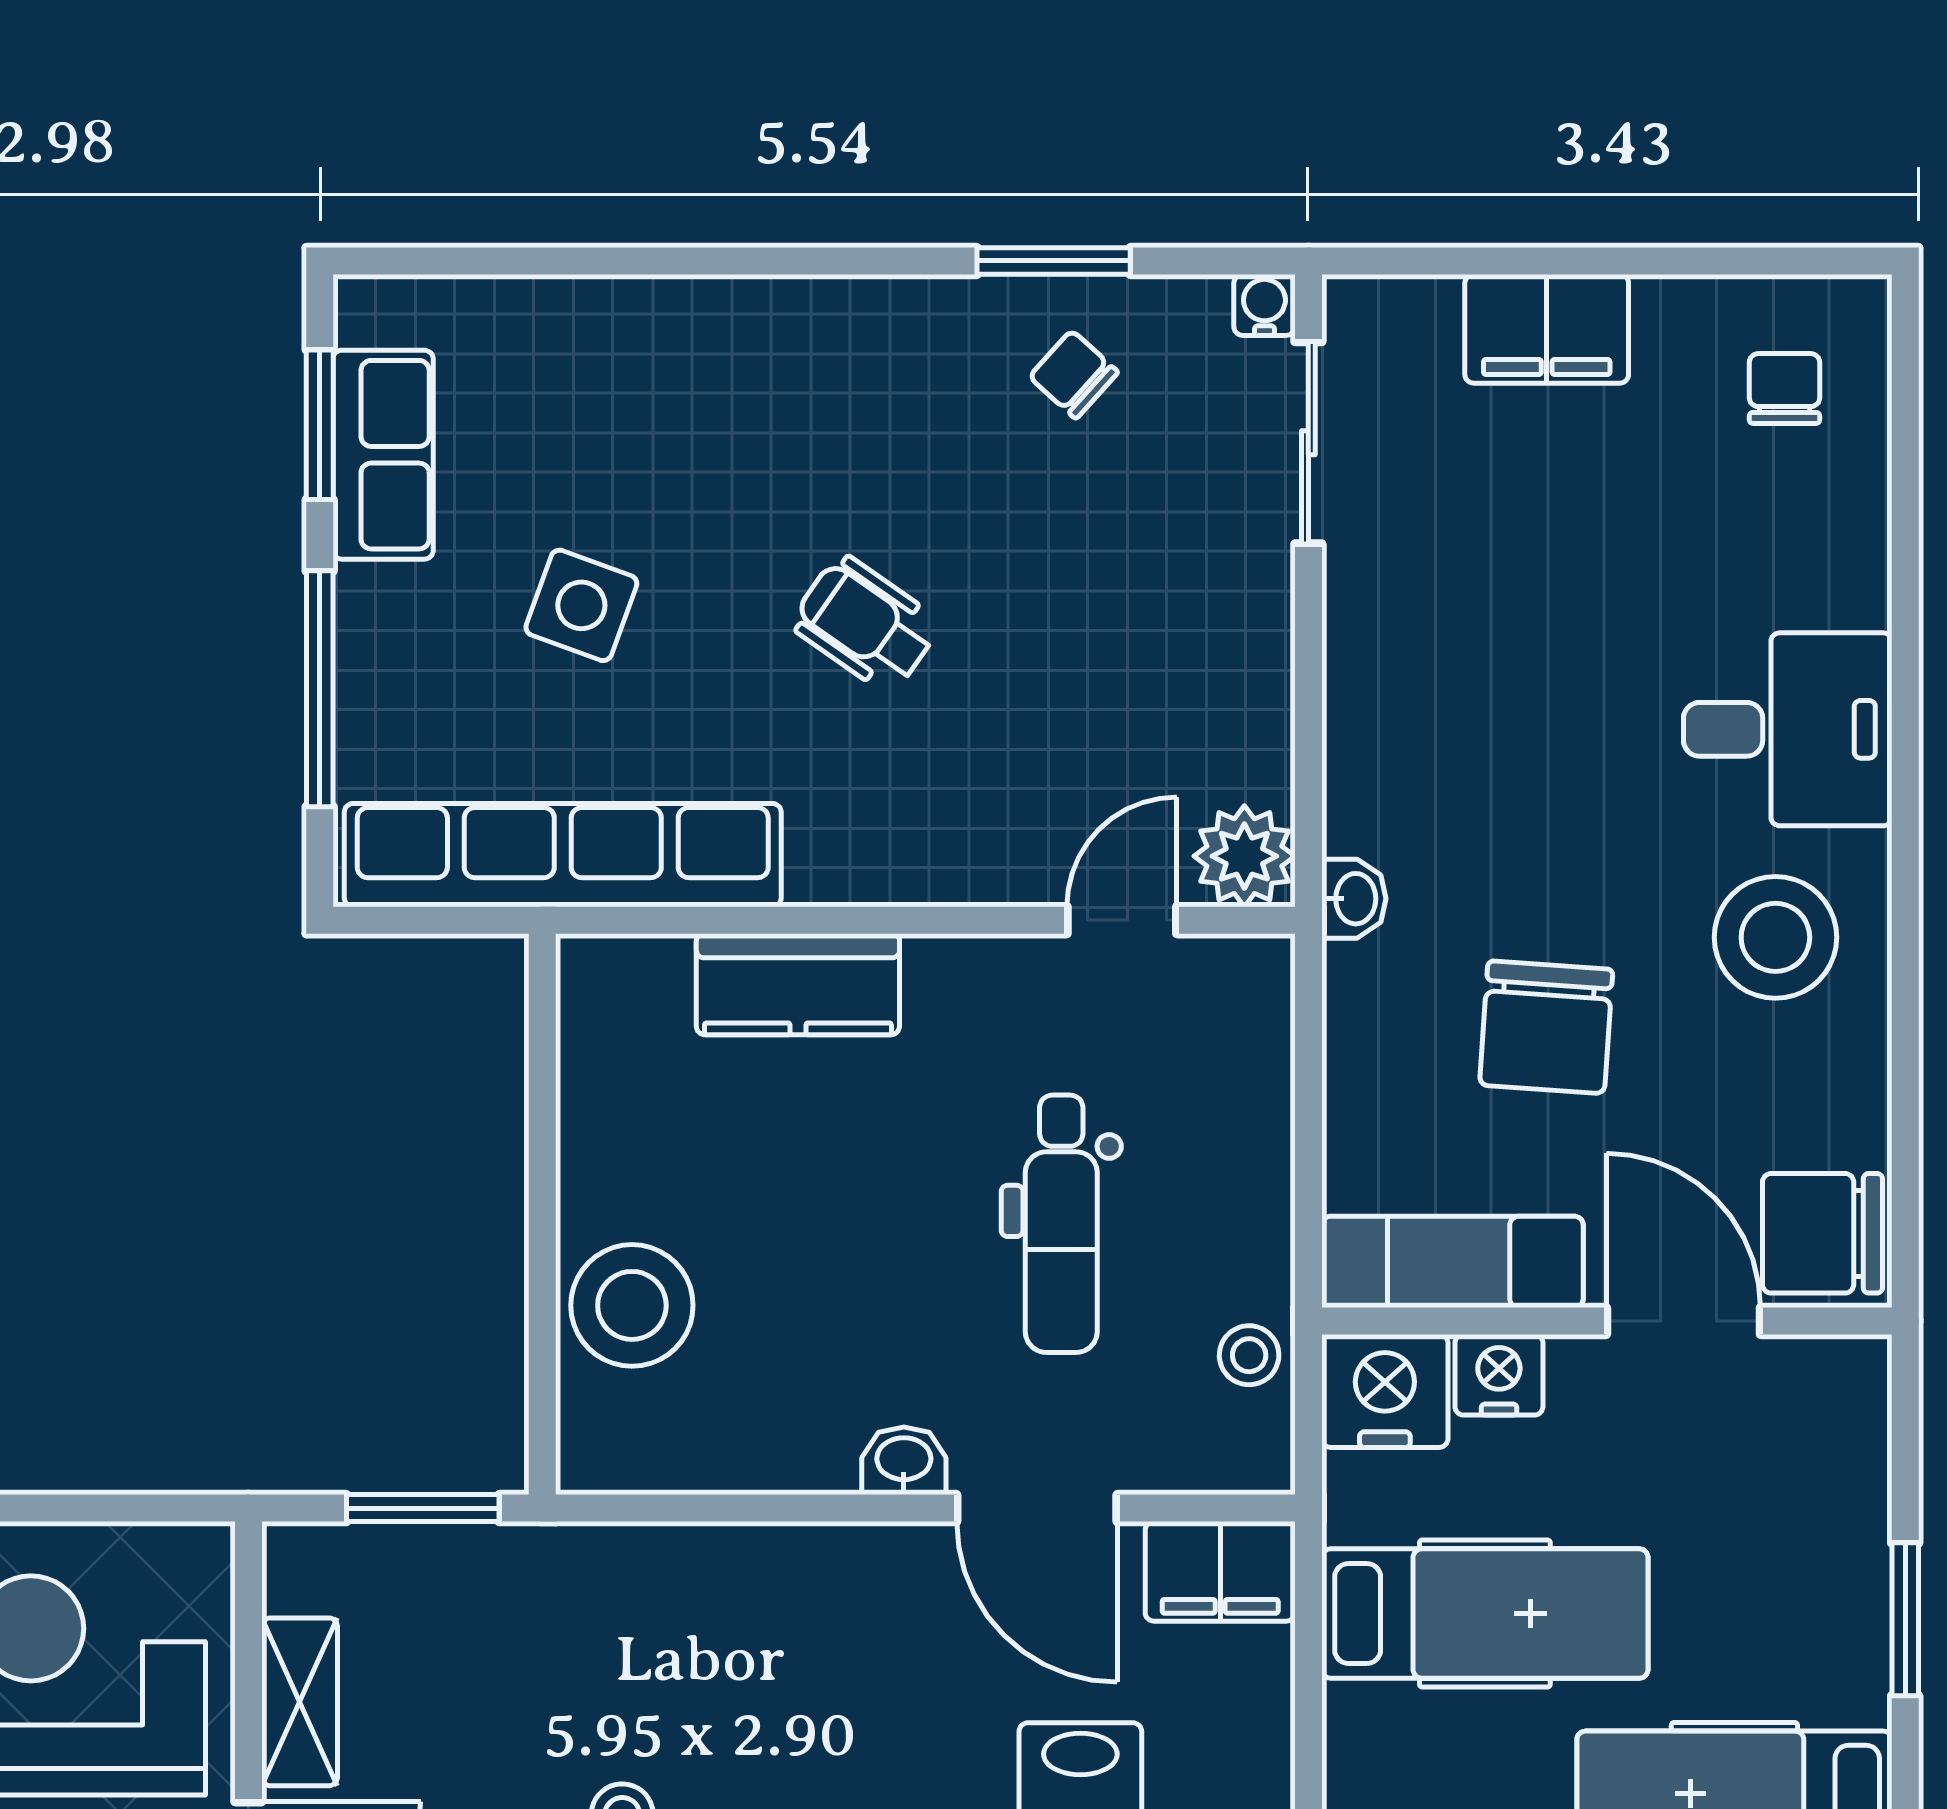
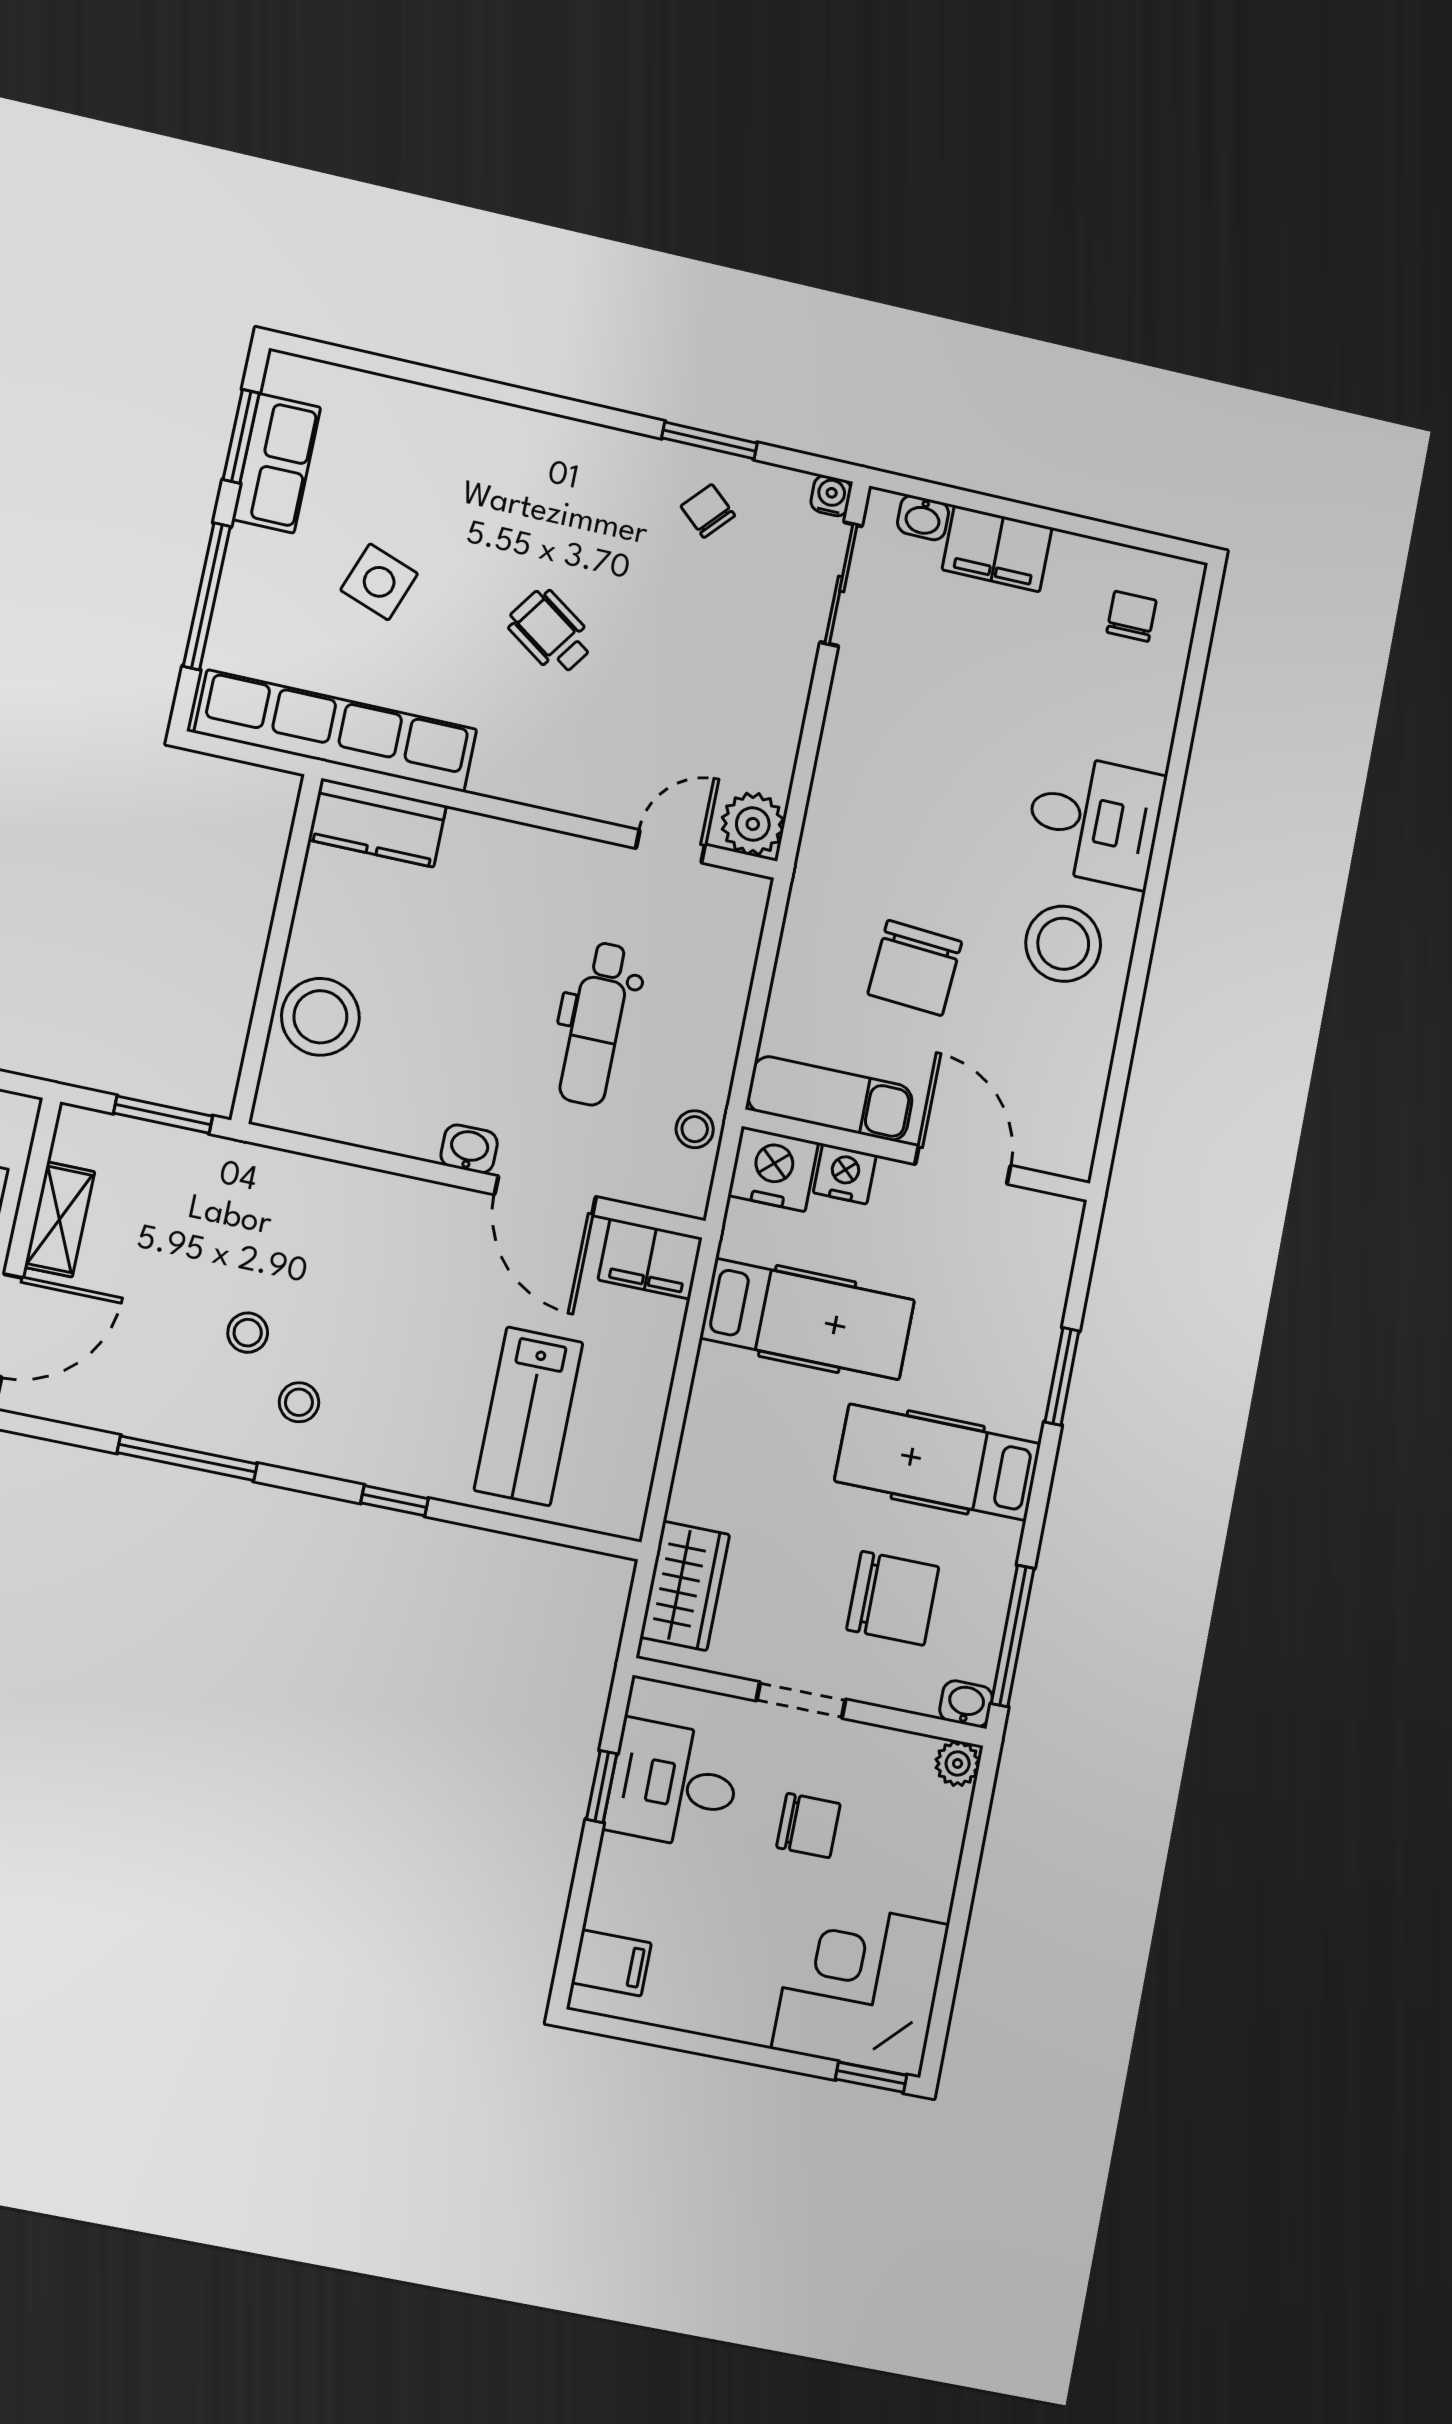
washbasin: (1354, 899) -> (923, 518), moved, turned 90
kitchen counter: (798, 984) -> (377, 823), moved
chair: (1822, 1233) -> (1057, 1129), removed

